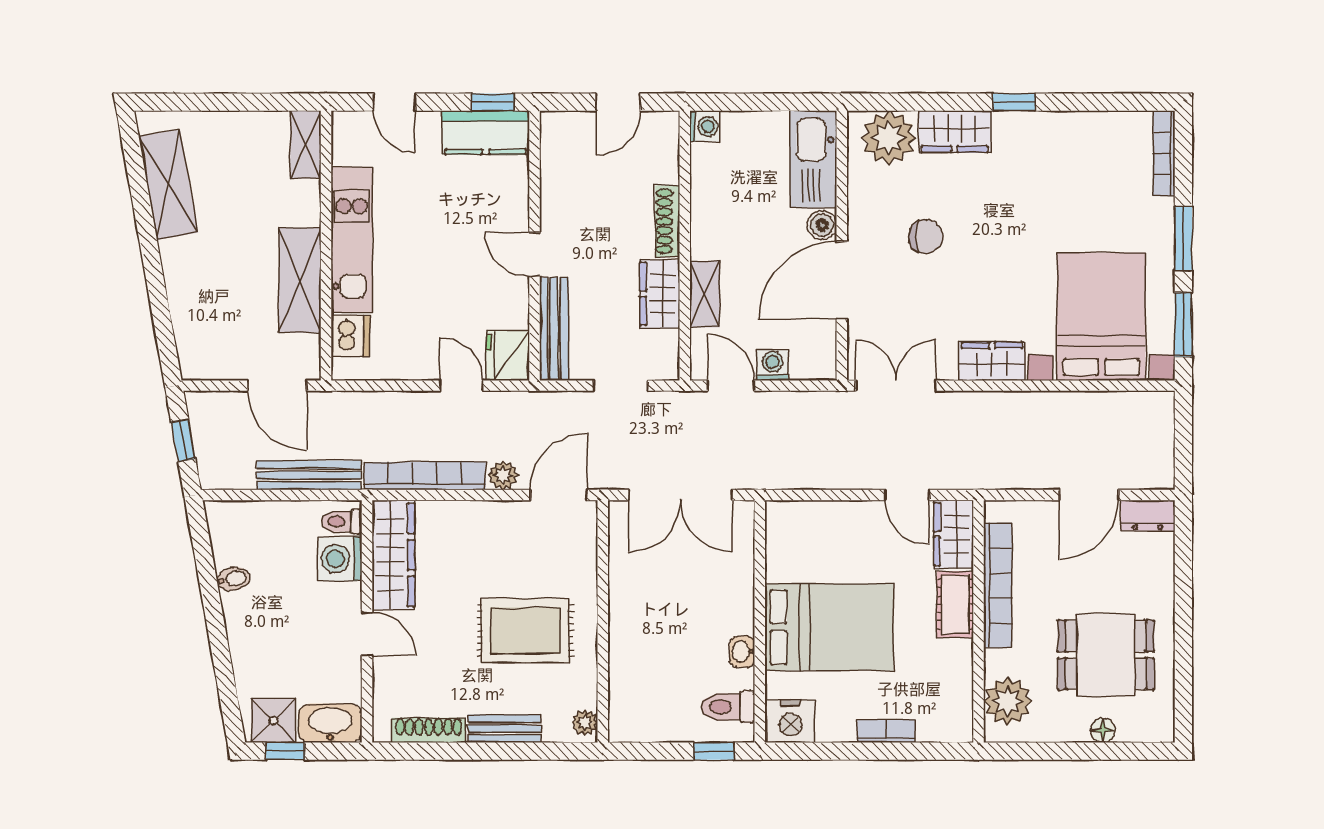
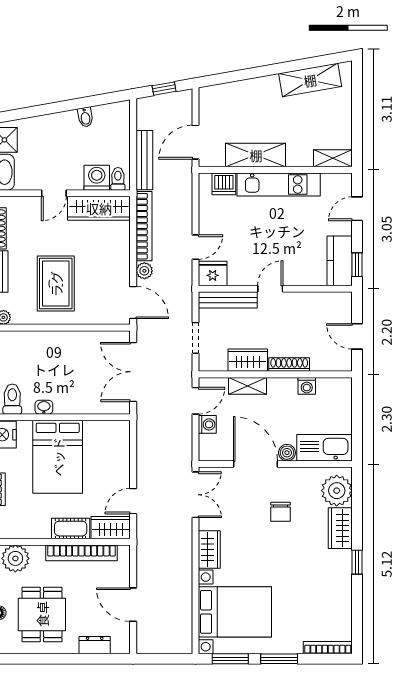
washing machine: (705, 127) -> (307, 386), moved
dresser: (1148, 515) -> (95, 645), moved, turned 90

